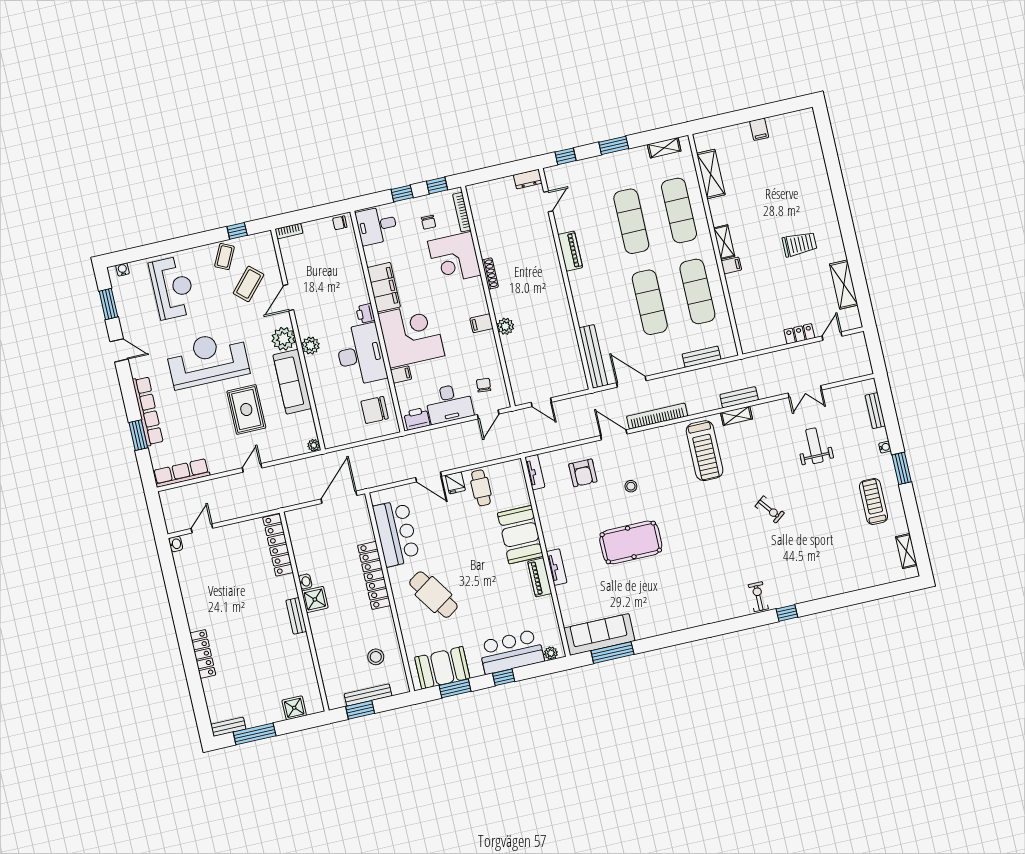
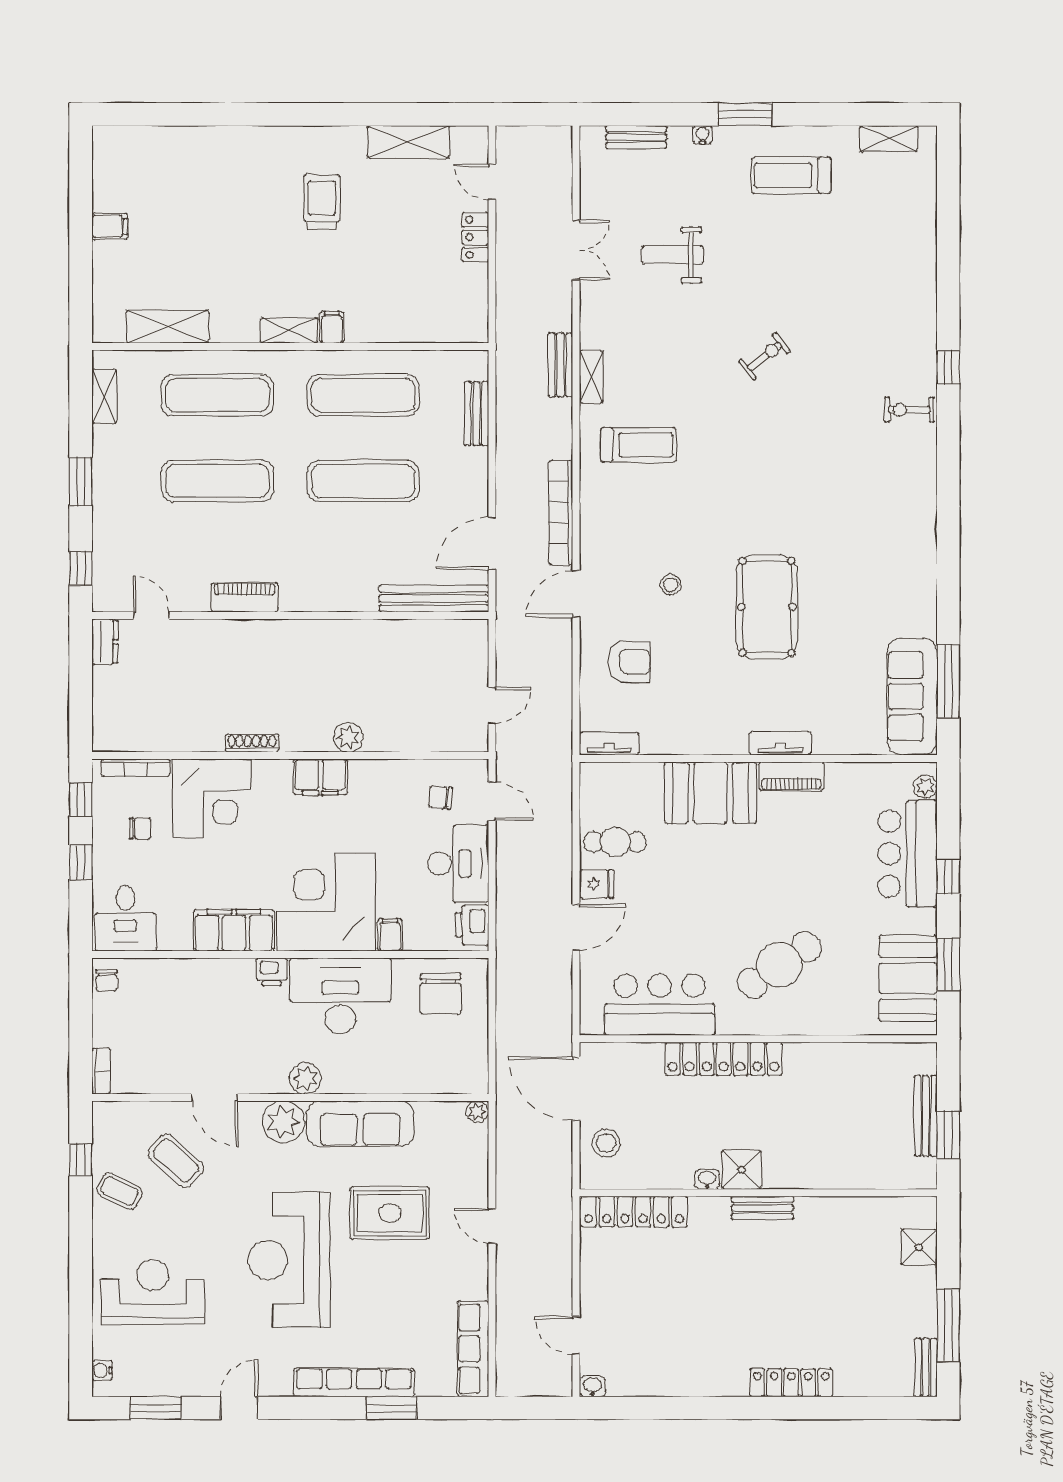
filing cabinet: (482, 323) -> (320, 777), width x2.00
treadmill: (705, 451) -> (638, 445), width x0.73, depth x0.73
stool: (376, 657) -> (606, 1143), moved

